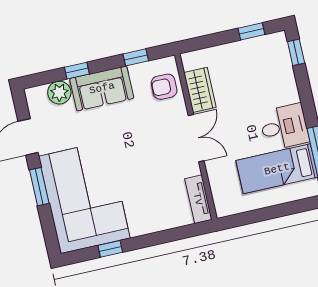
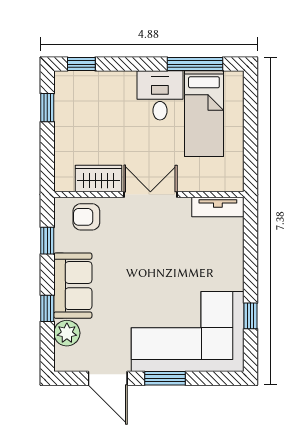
armchair: (164, 87) -> (86, 217), turned 89

